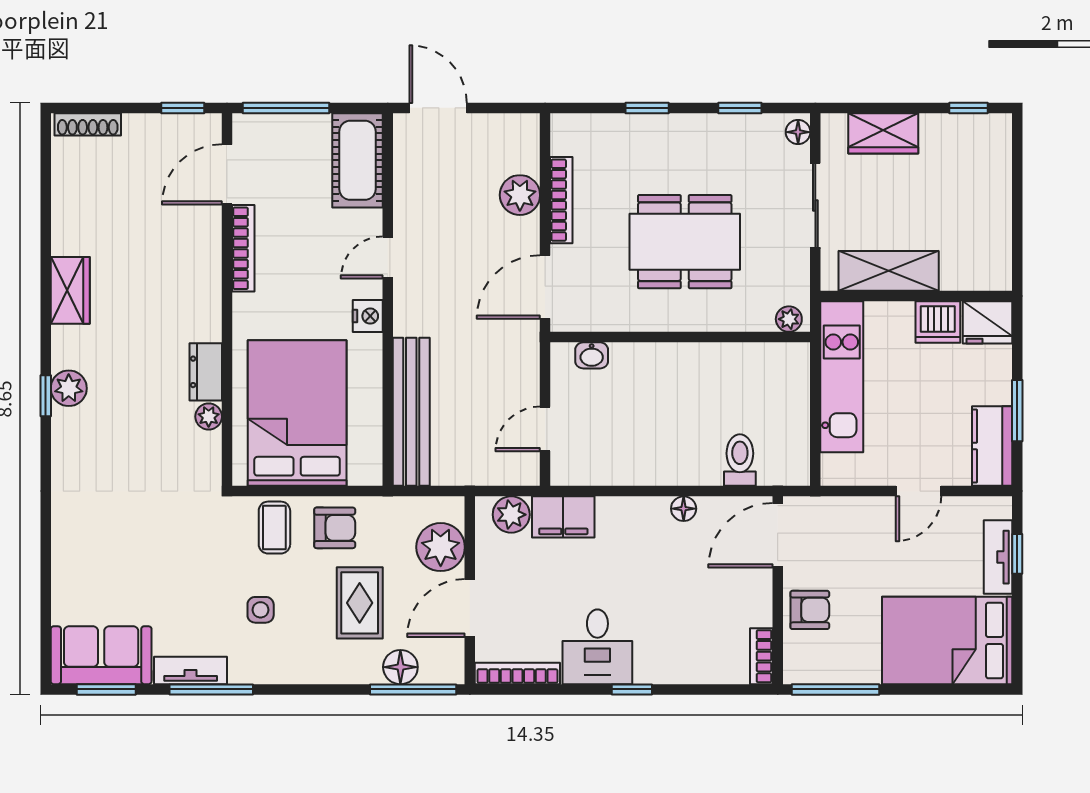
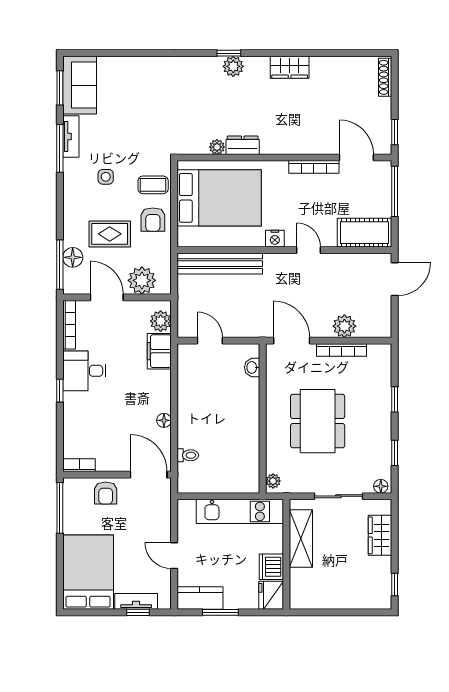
toilet: (740, 460) -> (188, 455), width x0.73, depth x0.72

